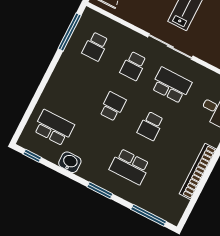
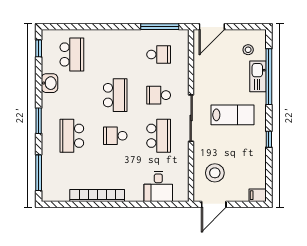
school desk: (95, 46) -> (159, 54), turned 180
school desk: (113, 106) -> (115, 95), width x1.85

